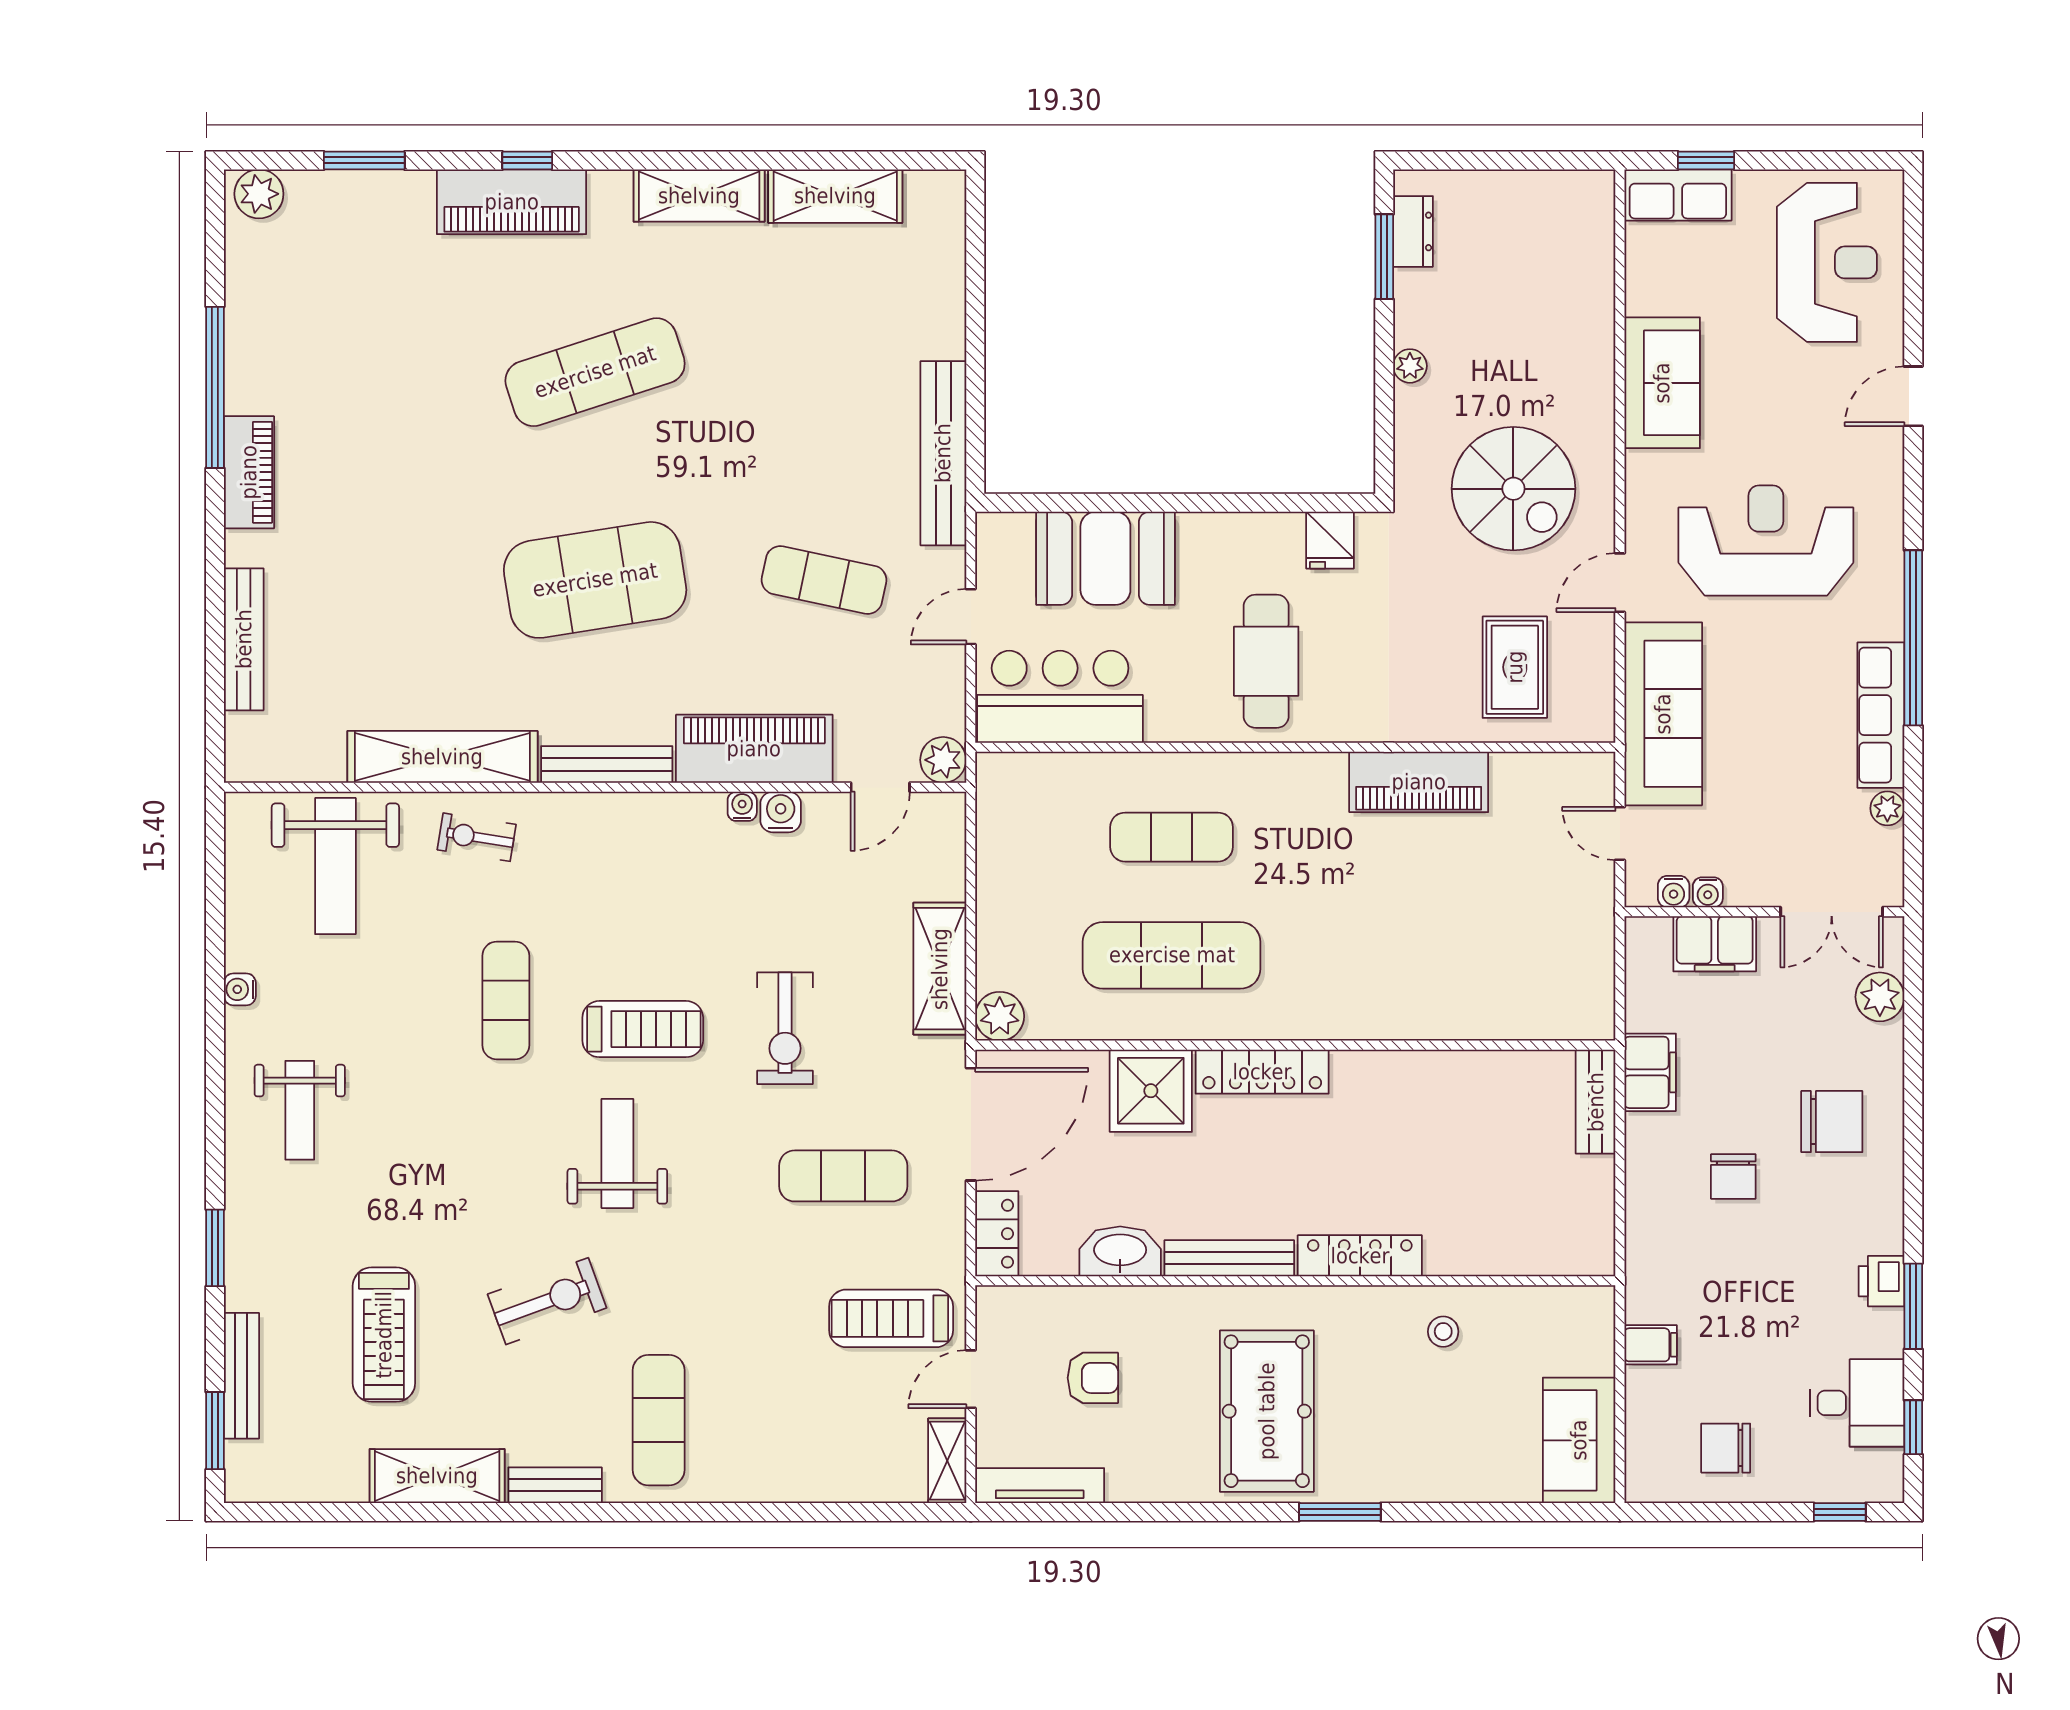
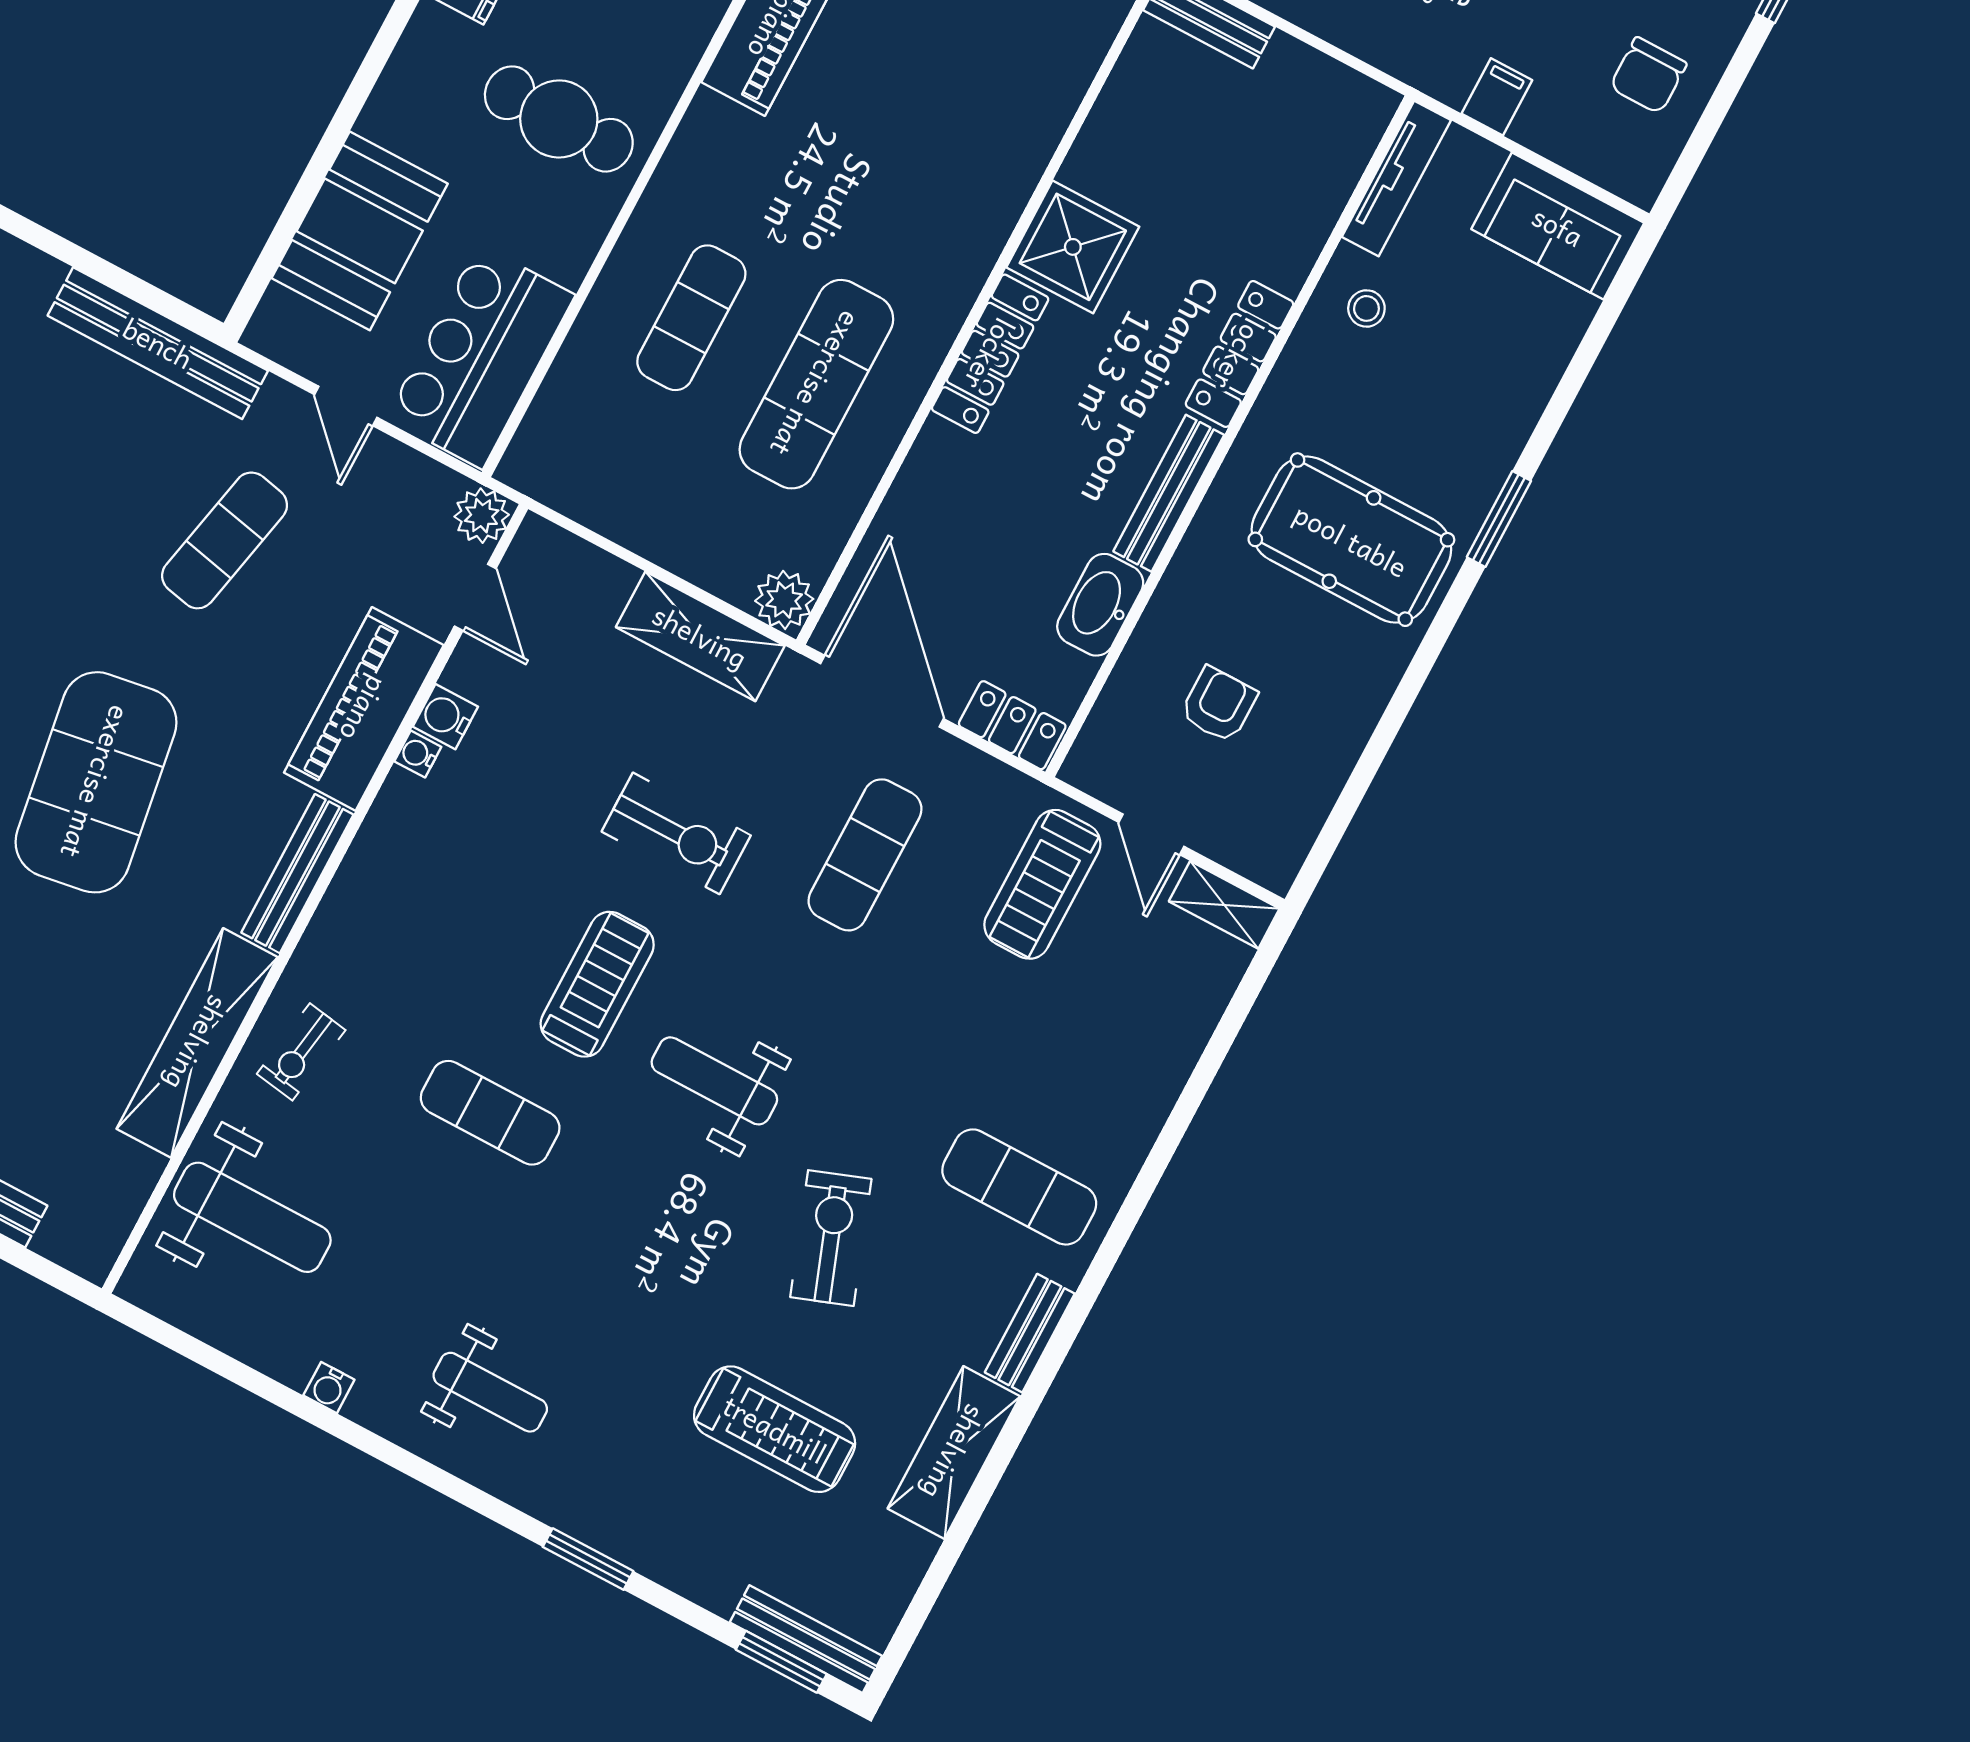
shower: (1151, 1091) -> (1073, 247), moved
bench: (241, 1376) -> (806, 1639), moved
tv unit: (1040, 1486) -> (1396, 178), moved, turned 180

